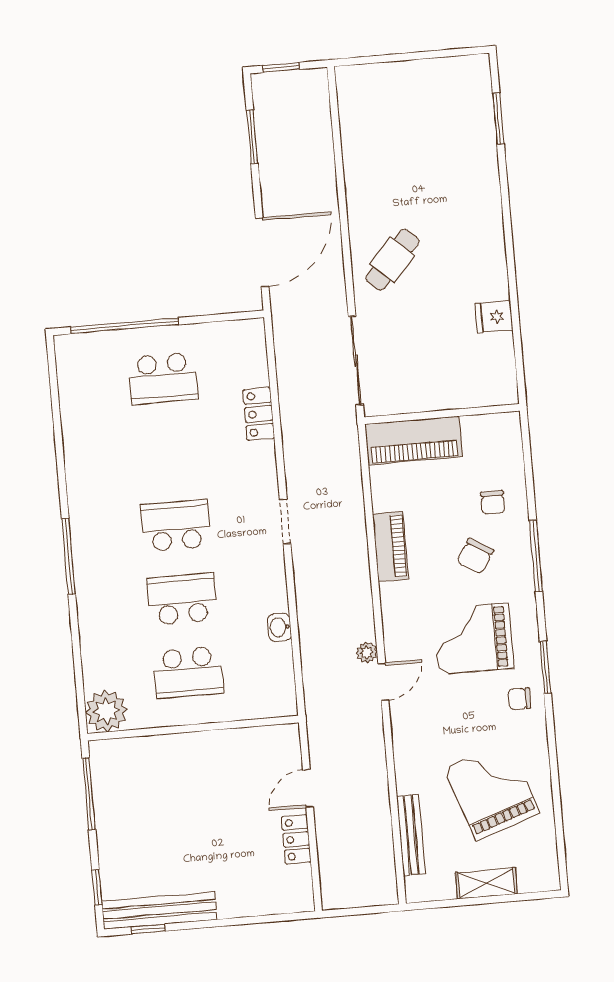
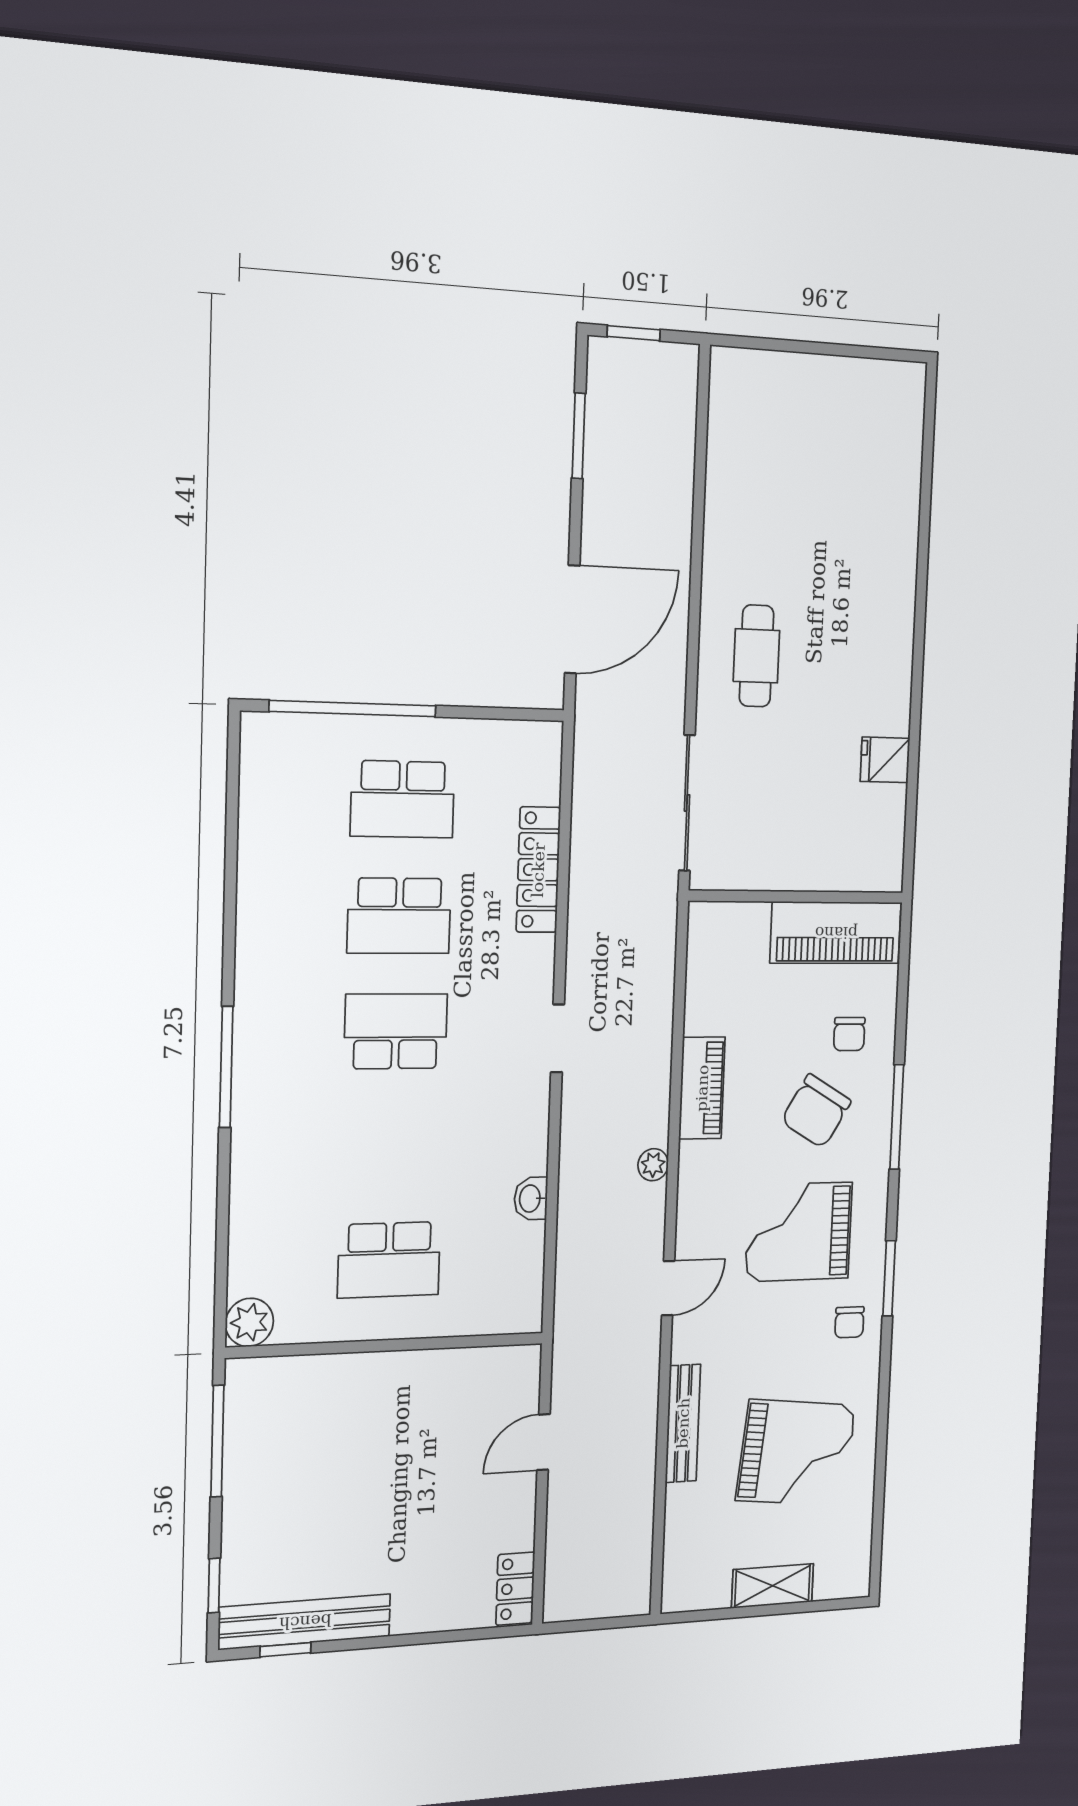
window: (498, 118) -> (927, 463), removed
cafe table: (392, 260) -> (756, 656), turned -42
locker: (259, 414) -> (538, 870), width x1.53
piano: (414, 440) -> (836, 933), moved
chair: (475, 556) -> (816, 1111), width x1.37, depth x1.37
school desk: (182, 599) -> (399, 916), moved, turned 180
plant: (367, 652) -> (653, 1165), moved
chair: (520, 699) -> (849, 1322), turned -90
plant: (106, 711) -> (249, 1322), width x0.73, depth x0.73
grand piano: (492, 790) -> (796, 1453), turned 115
bench: (411, 835) -> (683, 1423), moved
locker: (296, 839) -> (515, 1589), moved

